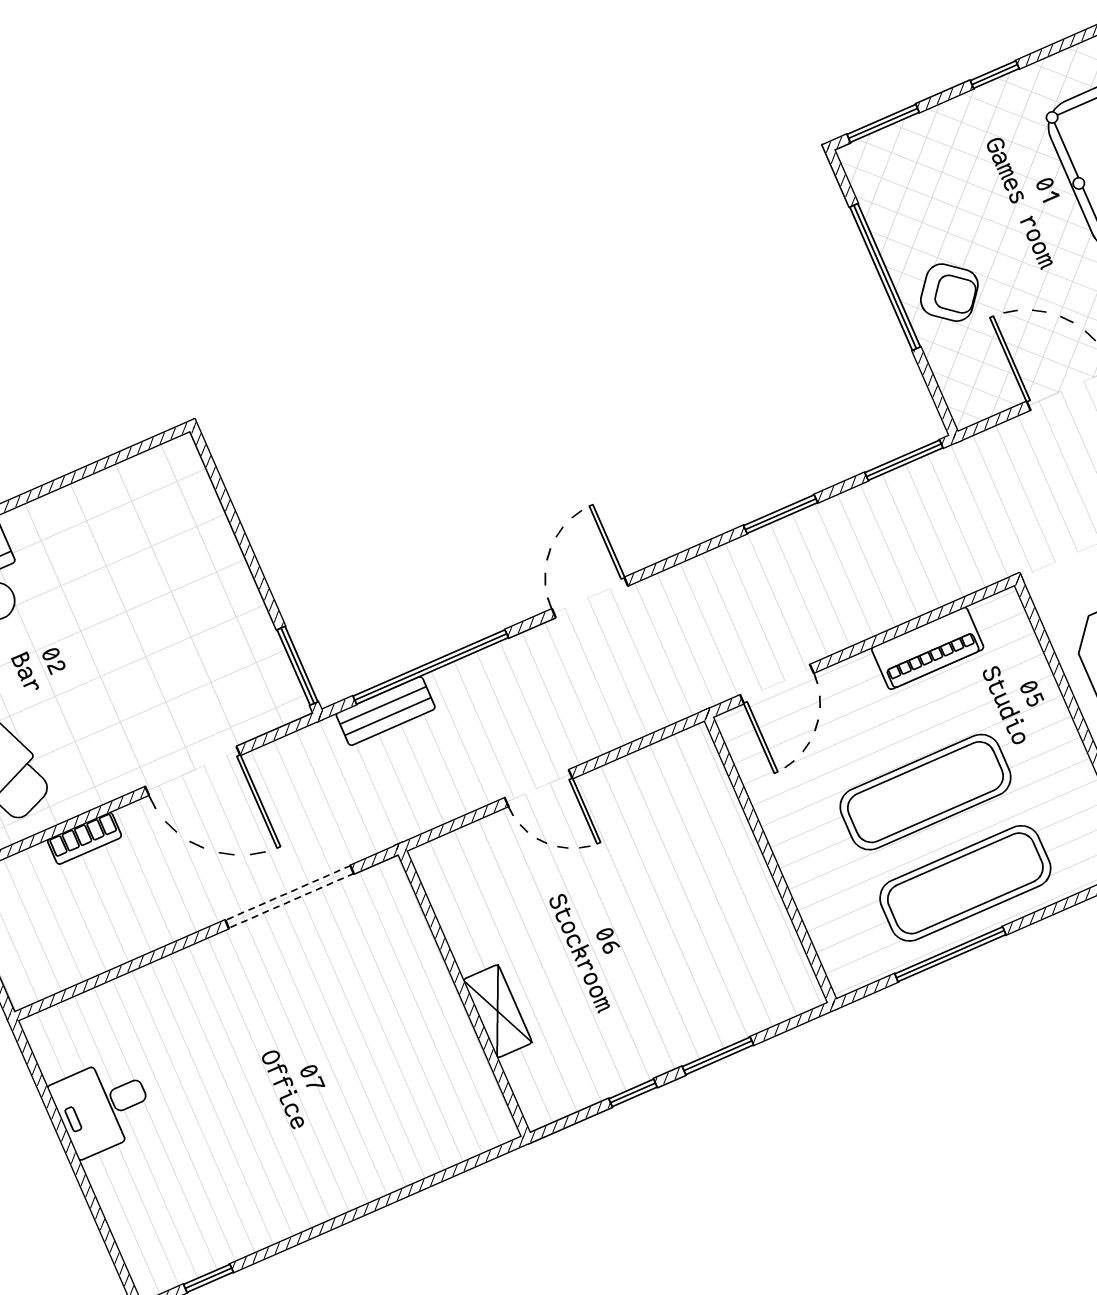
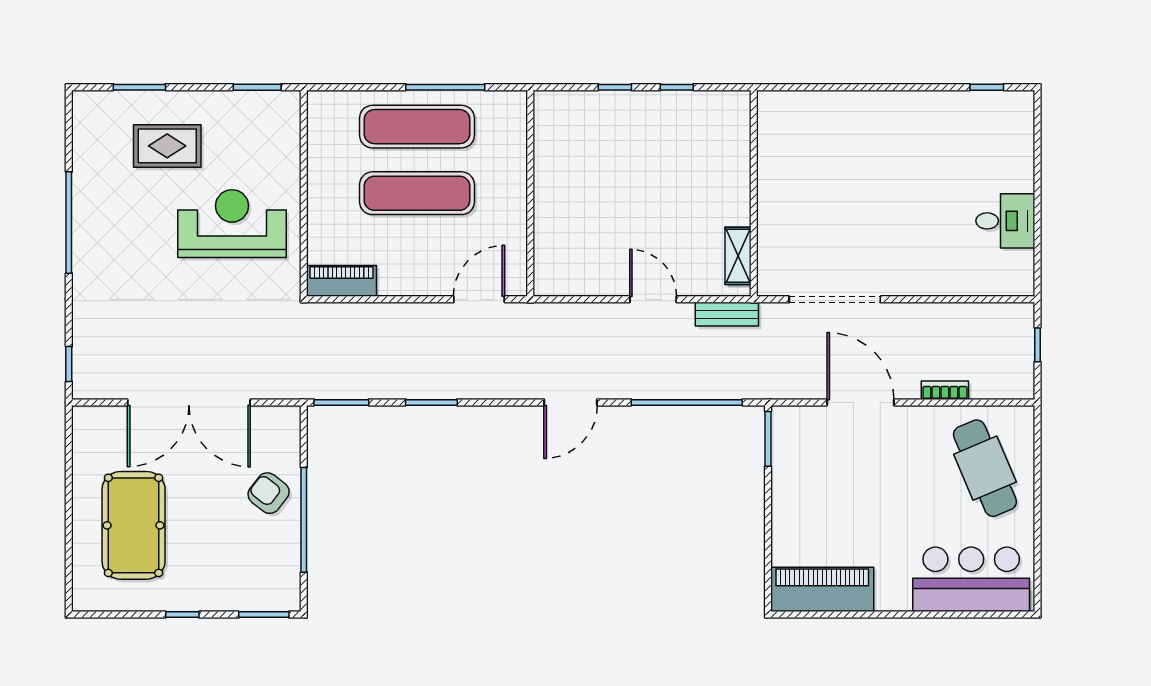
piano: (133, 492) -> (822, 589), added
piano: (928, 648) -> (341, 281), moved
bench: (386, 711) -> (727, 314), moved
shelving: (498, 1011) -> (738, 256), moved
window: (718, 1056) -> (615, 87), width x0.67

